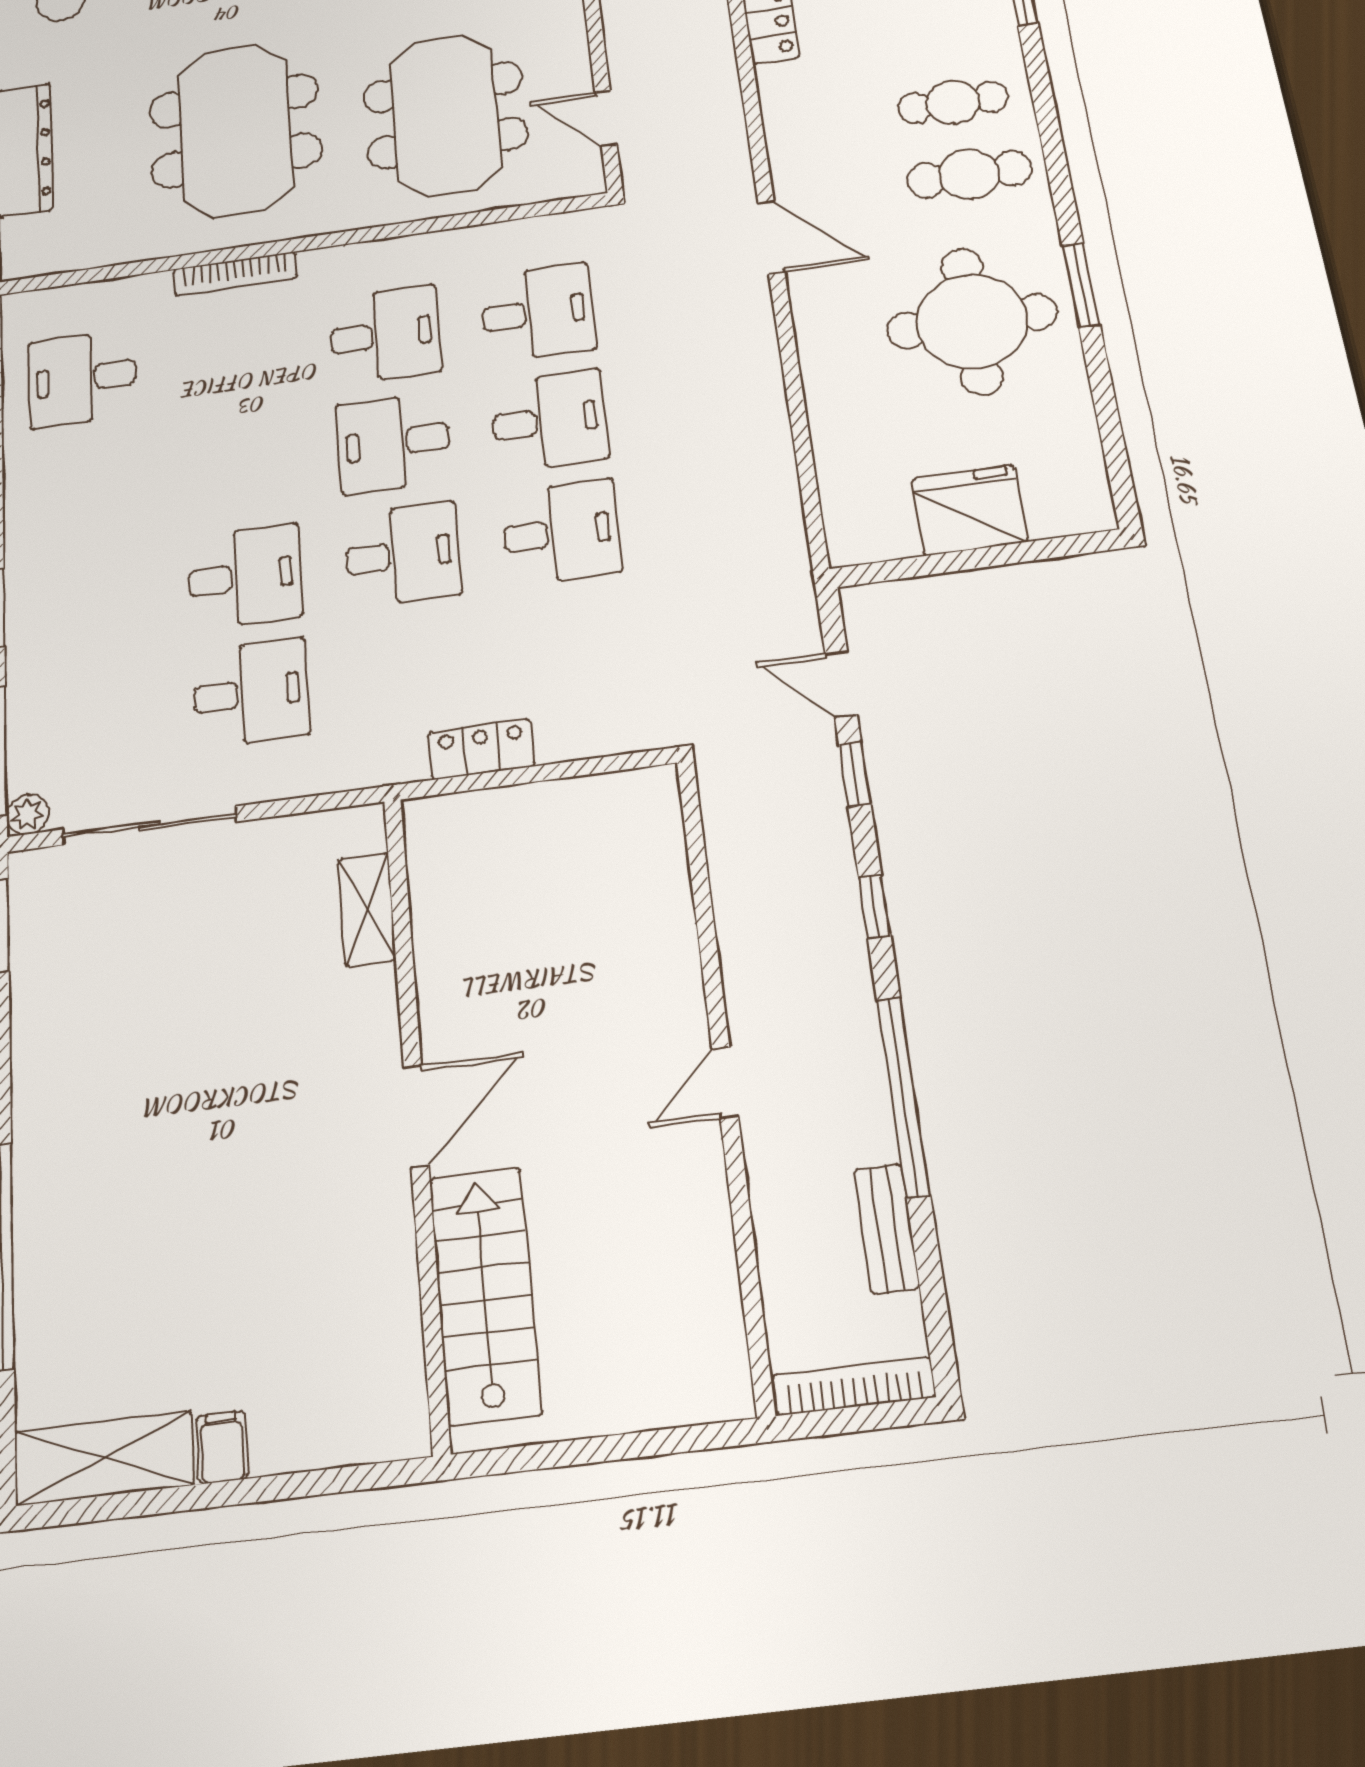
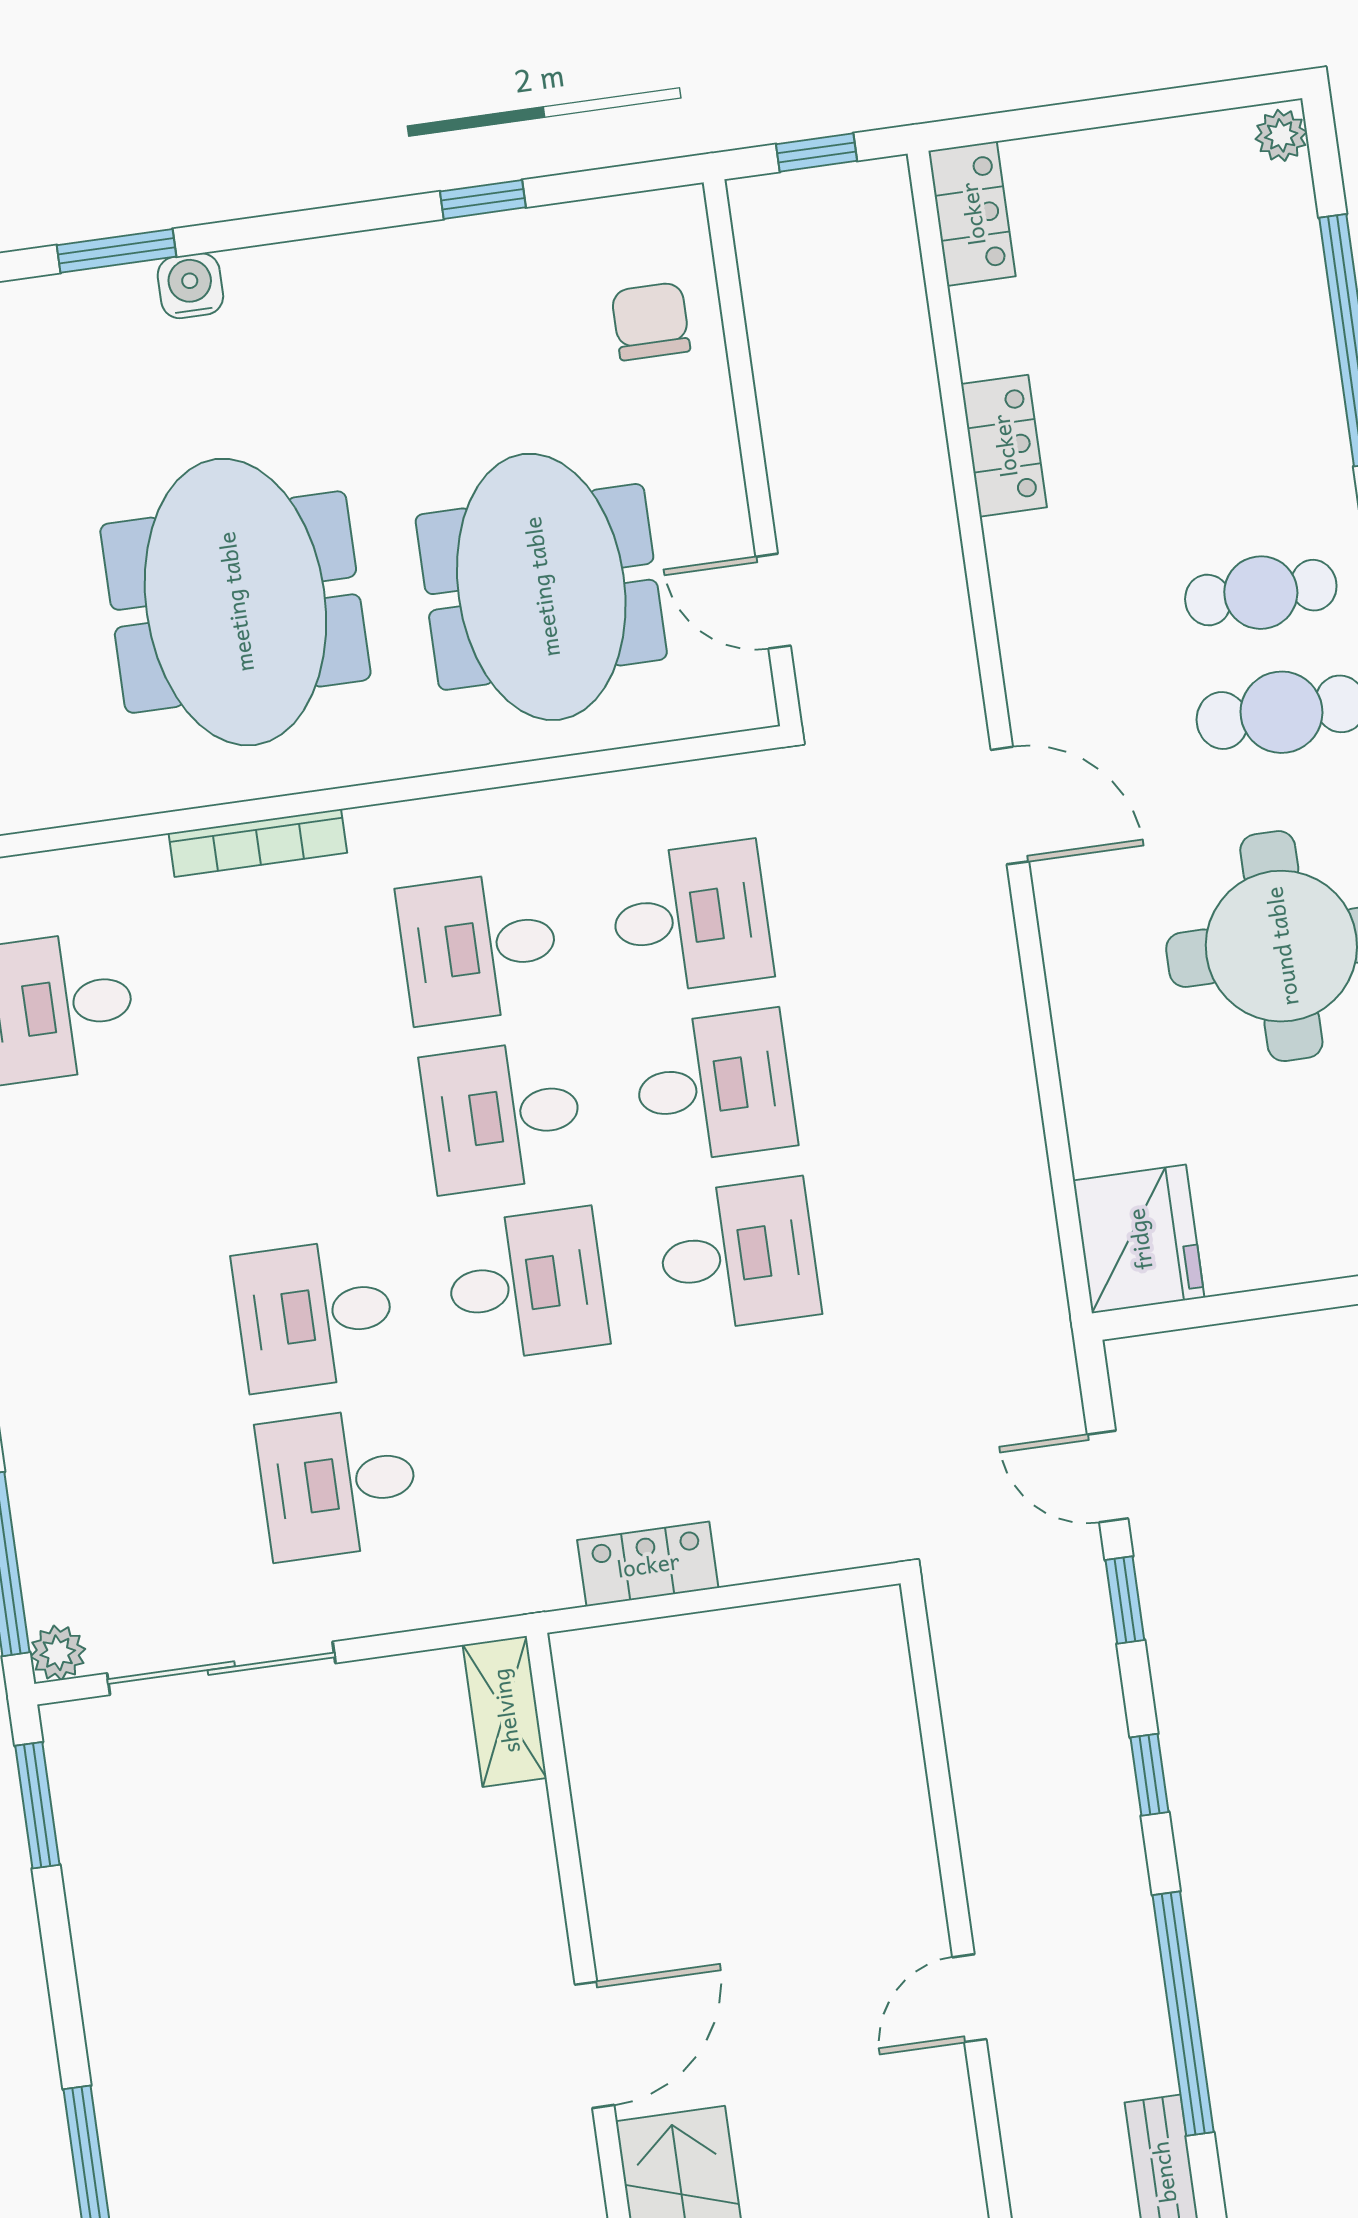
desk: (385, 335) -> (479, 947), turned 180
fridge: (969, 510) -> (1139, 1239), moved, turned 90
desk: (245, 577) -> (315, 1315), turned 180
desk: (251, 693) -> (338, 1483), turned 180
shelving: (367, 909) -> (505, 1711), moved

